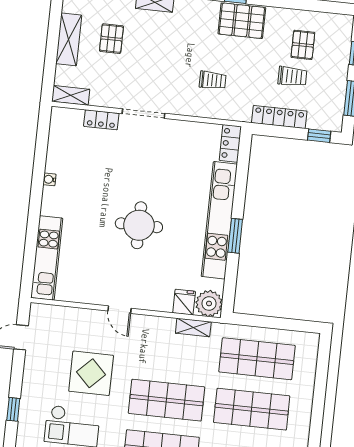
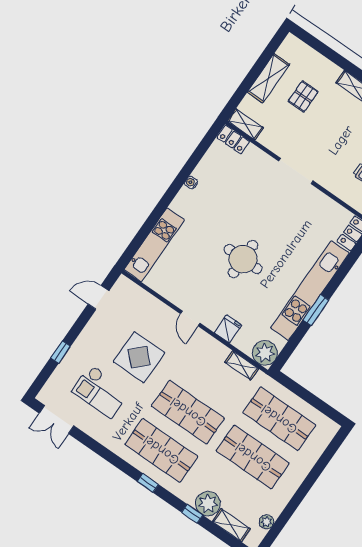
locker: (101, 120) -> (233, 139), moved
fridge: (184, 302) -> (228, 329), moved

